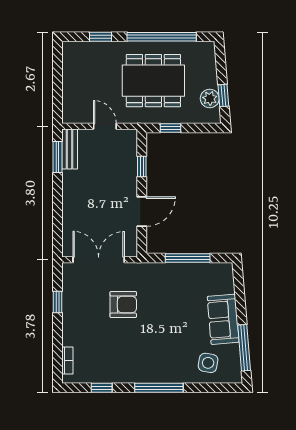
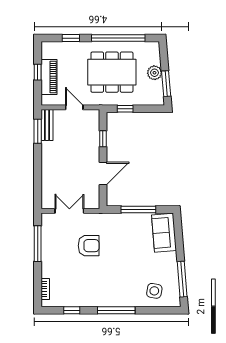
window: (58, 81) -> (38, 72), added
piano: (72, 87) -> (49, 77), added
window: (223, 95) -> (166, 84), width x1.50
plant: (210, 98) -> (154, 73), moved
double door: (99, 260) -> (69, 211), width x0.73
window: (58, 302) -> (38, 244), width x2.17
sofa: (223, 319) -> (164, 233), moved

